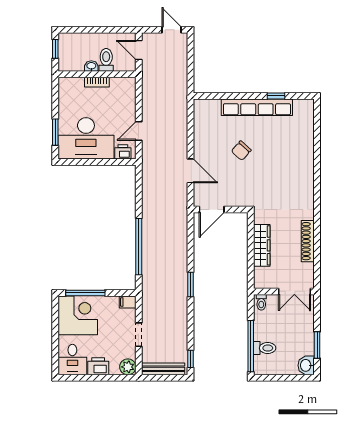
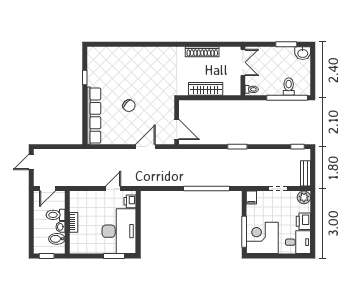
bidet: (77, 61) -> (57, 239), added
row of seats: (257, 107) -> (94, 116), moved
door: (139, 131) -> (113, 189), swing flipped
bench: (163, 369) -> (306, 173), width x0.73

